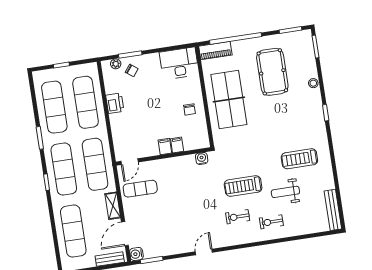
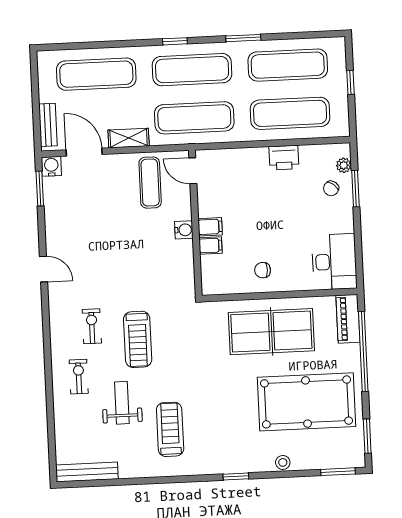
pool table: (272, 72) -> (307, 402), width x1.36, depth x1.32
water cooler: (202, 158) -> (184, 230), moved
treadmill: (243, 186) -> (138, 339), turned 180

